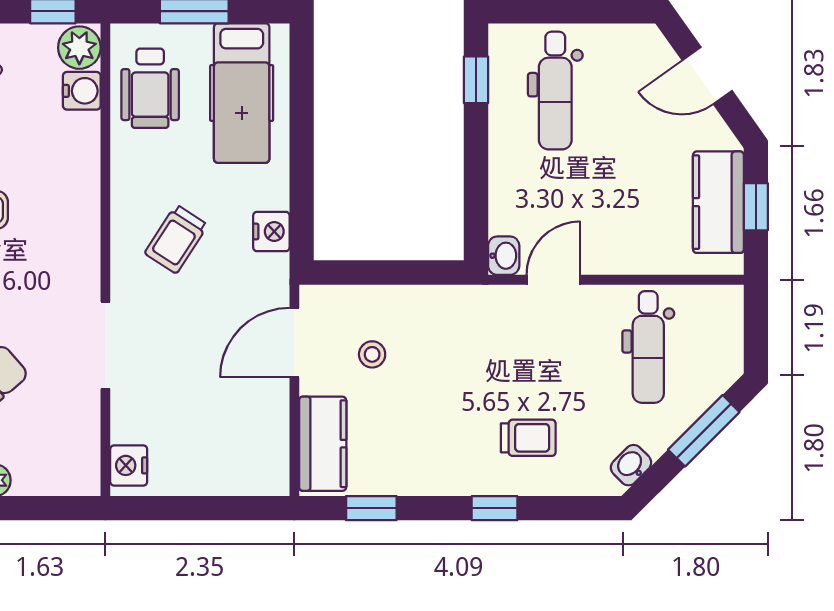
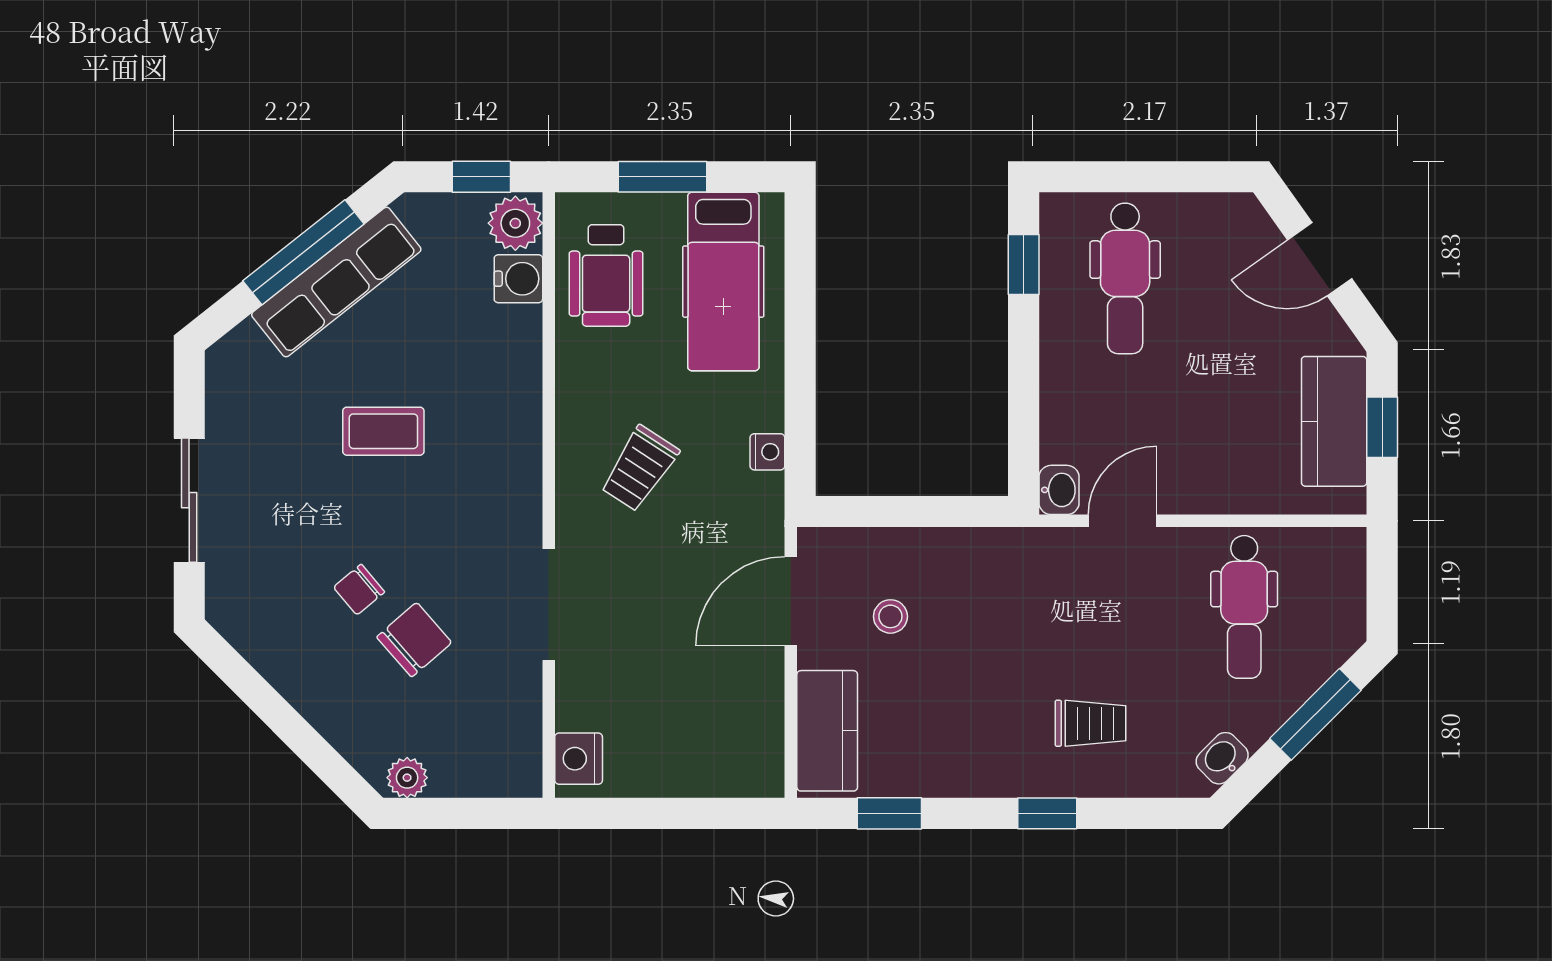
nightstand: (271, 231) -> (767, 452), width x0.72, depth x0.74

